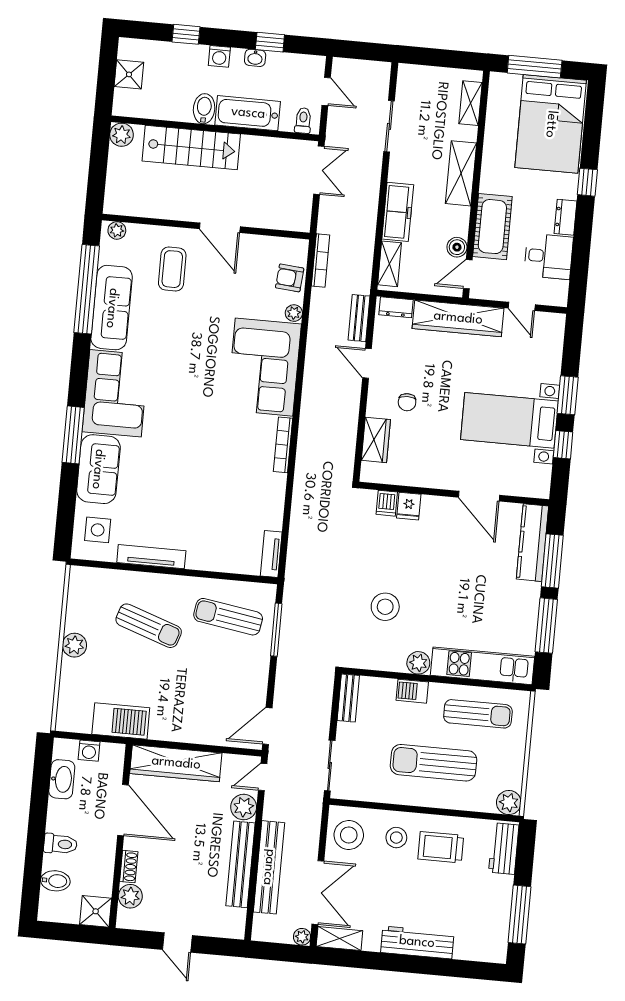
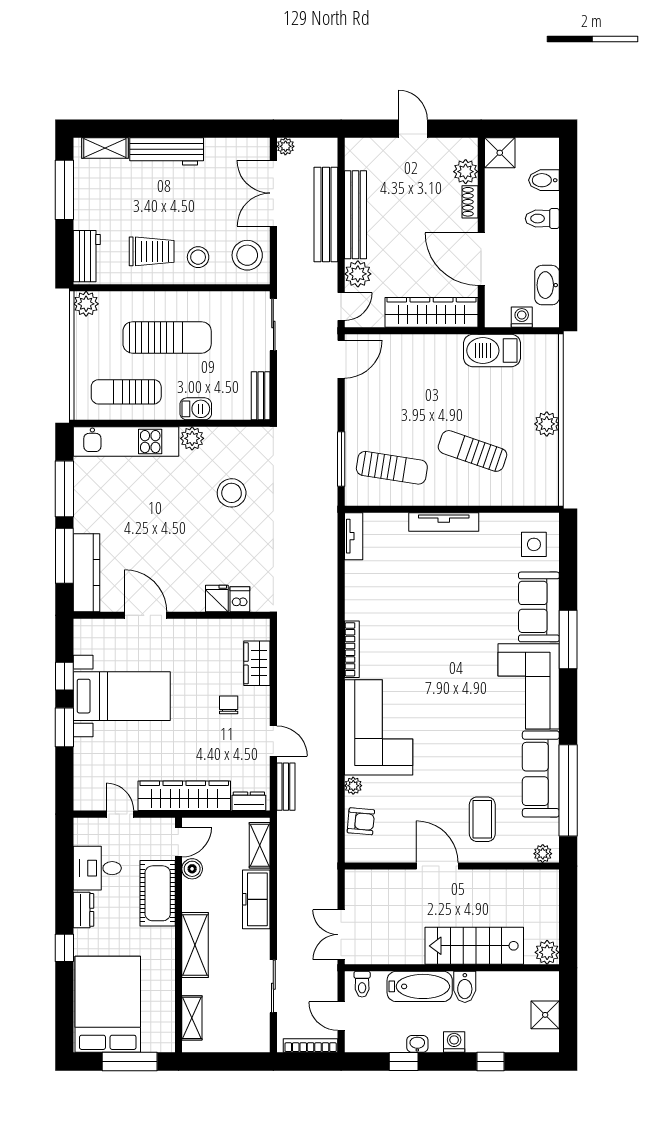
bookcase: (321, 260) -> (311, 1045), moved, turned 90
tv unit: (151, 557) -> (444, 522), moved
shelving: (339, 939) -> (105, 148), moved

